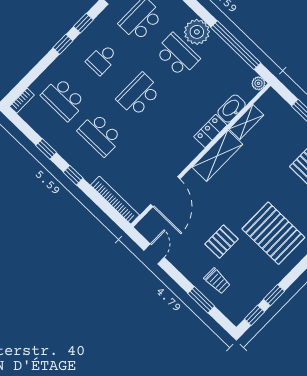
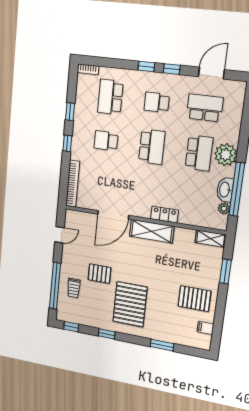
plant: (258, 83) -> (224, 209), moved
school desk: (139, 95) -> (152, 147), turned 90
washbasin: (232, 109) -> (225, 190), moved, turned -90
shelving: (246, 122) -> (211, 239), moved
school desk: (100, 135) -> (106, 141), width x0.54
door: (165, 192) -> (113, 215), moved
window: (274, 295) -> (107, 334), moved
window: (201, 300) -> (55, 286), width x2.11

